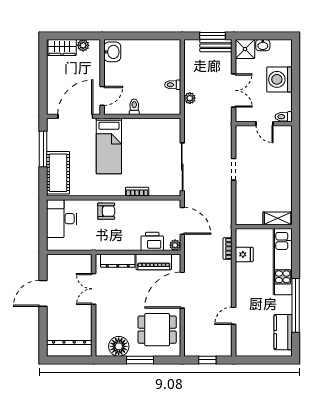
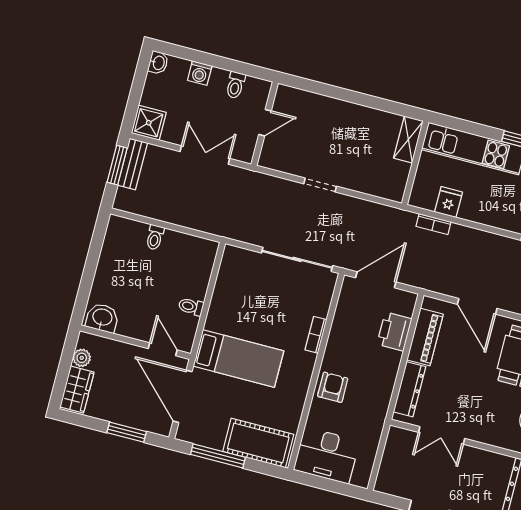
washbasin: (263, 45) -> (158, 63), moved
washing machine: (279, 79) -> (200, 73), width x0.53, depth x0.53
toilet: (173, 85) -> (155, 237), moved
window: (43, 87) -> (127, 432), added
plant: (190, 98) -> (199, 222), removed
toilet: (284, 117) -> (235, 85), moved
plant: (175, 245) -> (409, 300), removed
door: (182, 290) -> (477, 306), width x0.73

